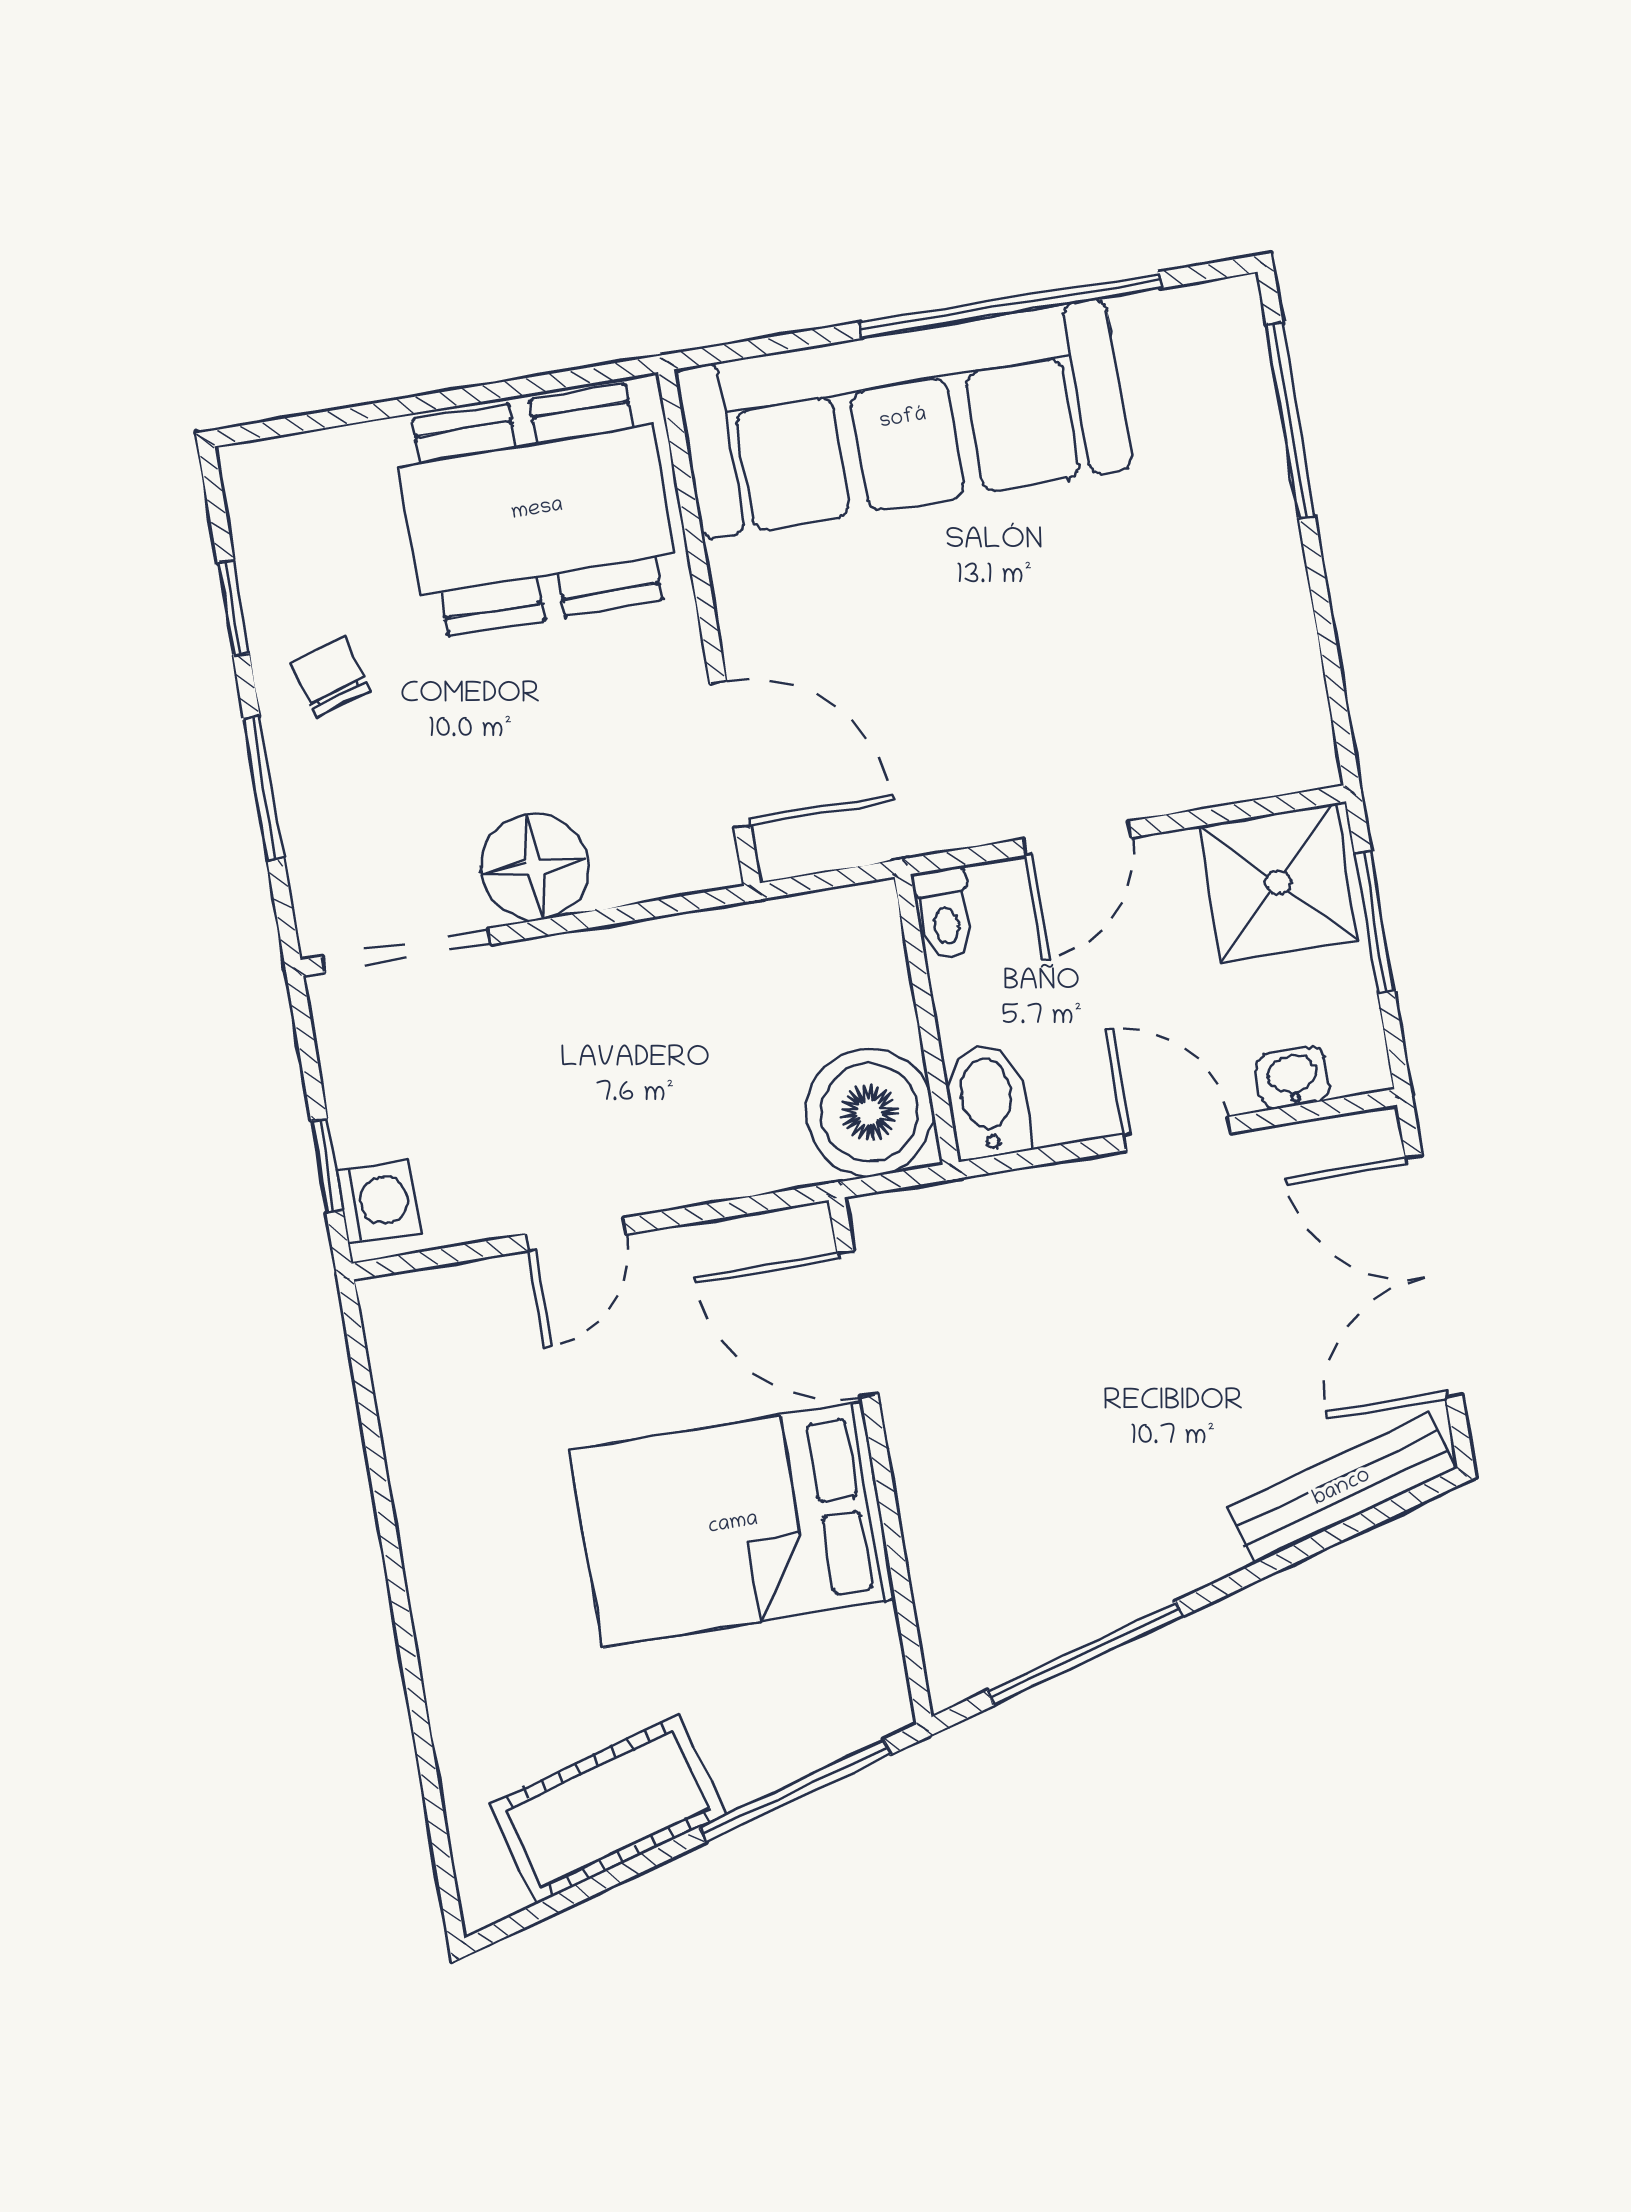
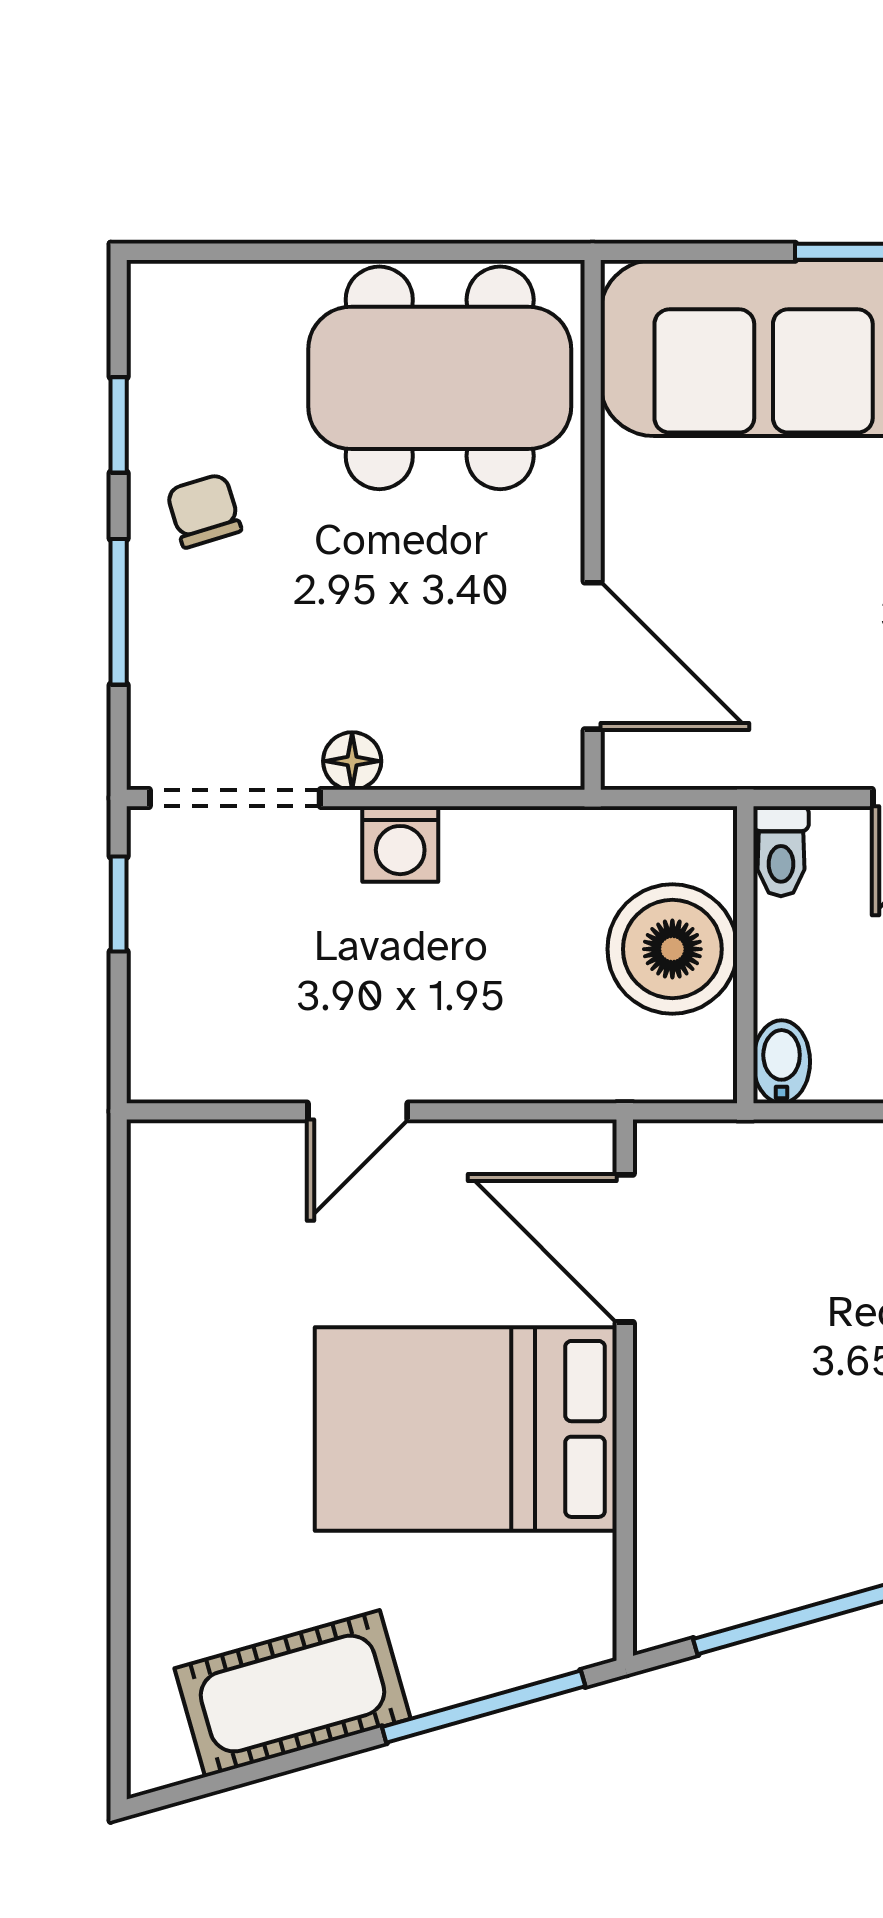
floor lamp: (535, 867) -> (352, 761), width x0.53, depth x0.53
bidet: (987, 1101) -> (782, 1062), width x0.72, depth x0.74
boiler: (870, 1112) -> (672, 949), moved
window: (327, 1166) -> (119, 904), moved
washing machine: (378, 1201) -> (400, 844), moved, turned 90

